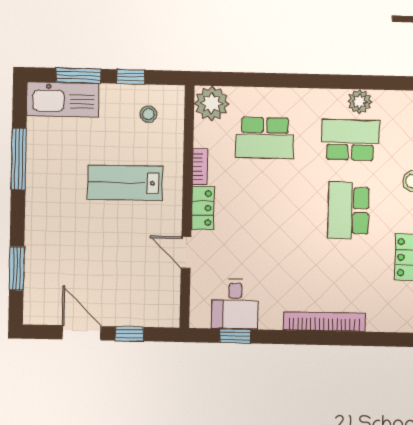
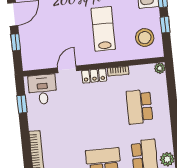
plant: (212, 103) -> (160, 68), width x0.53, depth x0.53
stool: (148, 114) -> (145, 38), width x1.89, depth x1.89
desk: (235, 304) -> (43, 89), moved, turned 90

